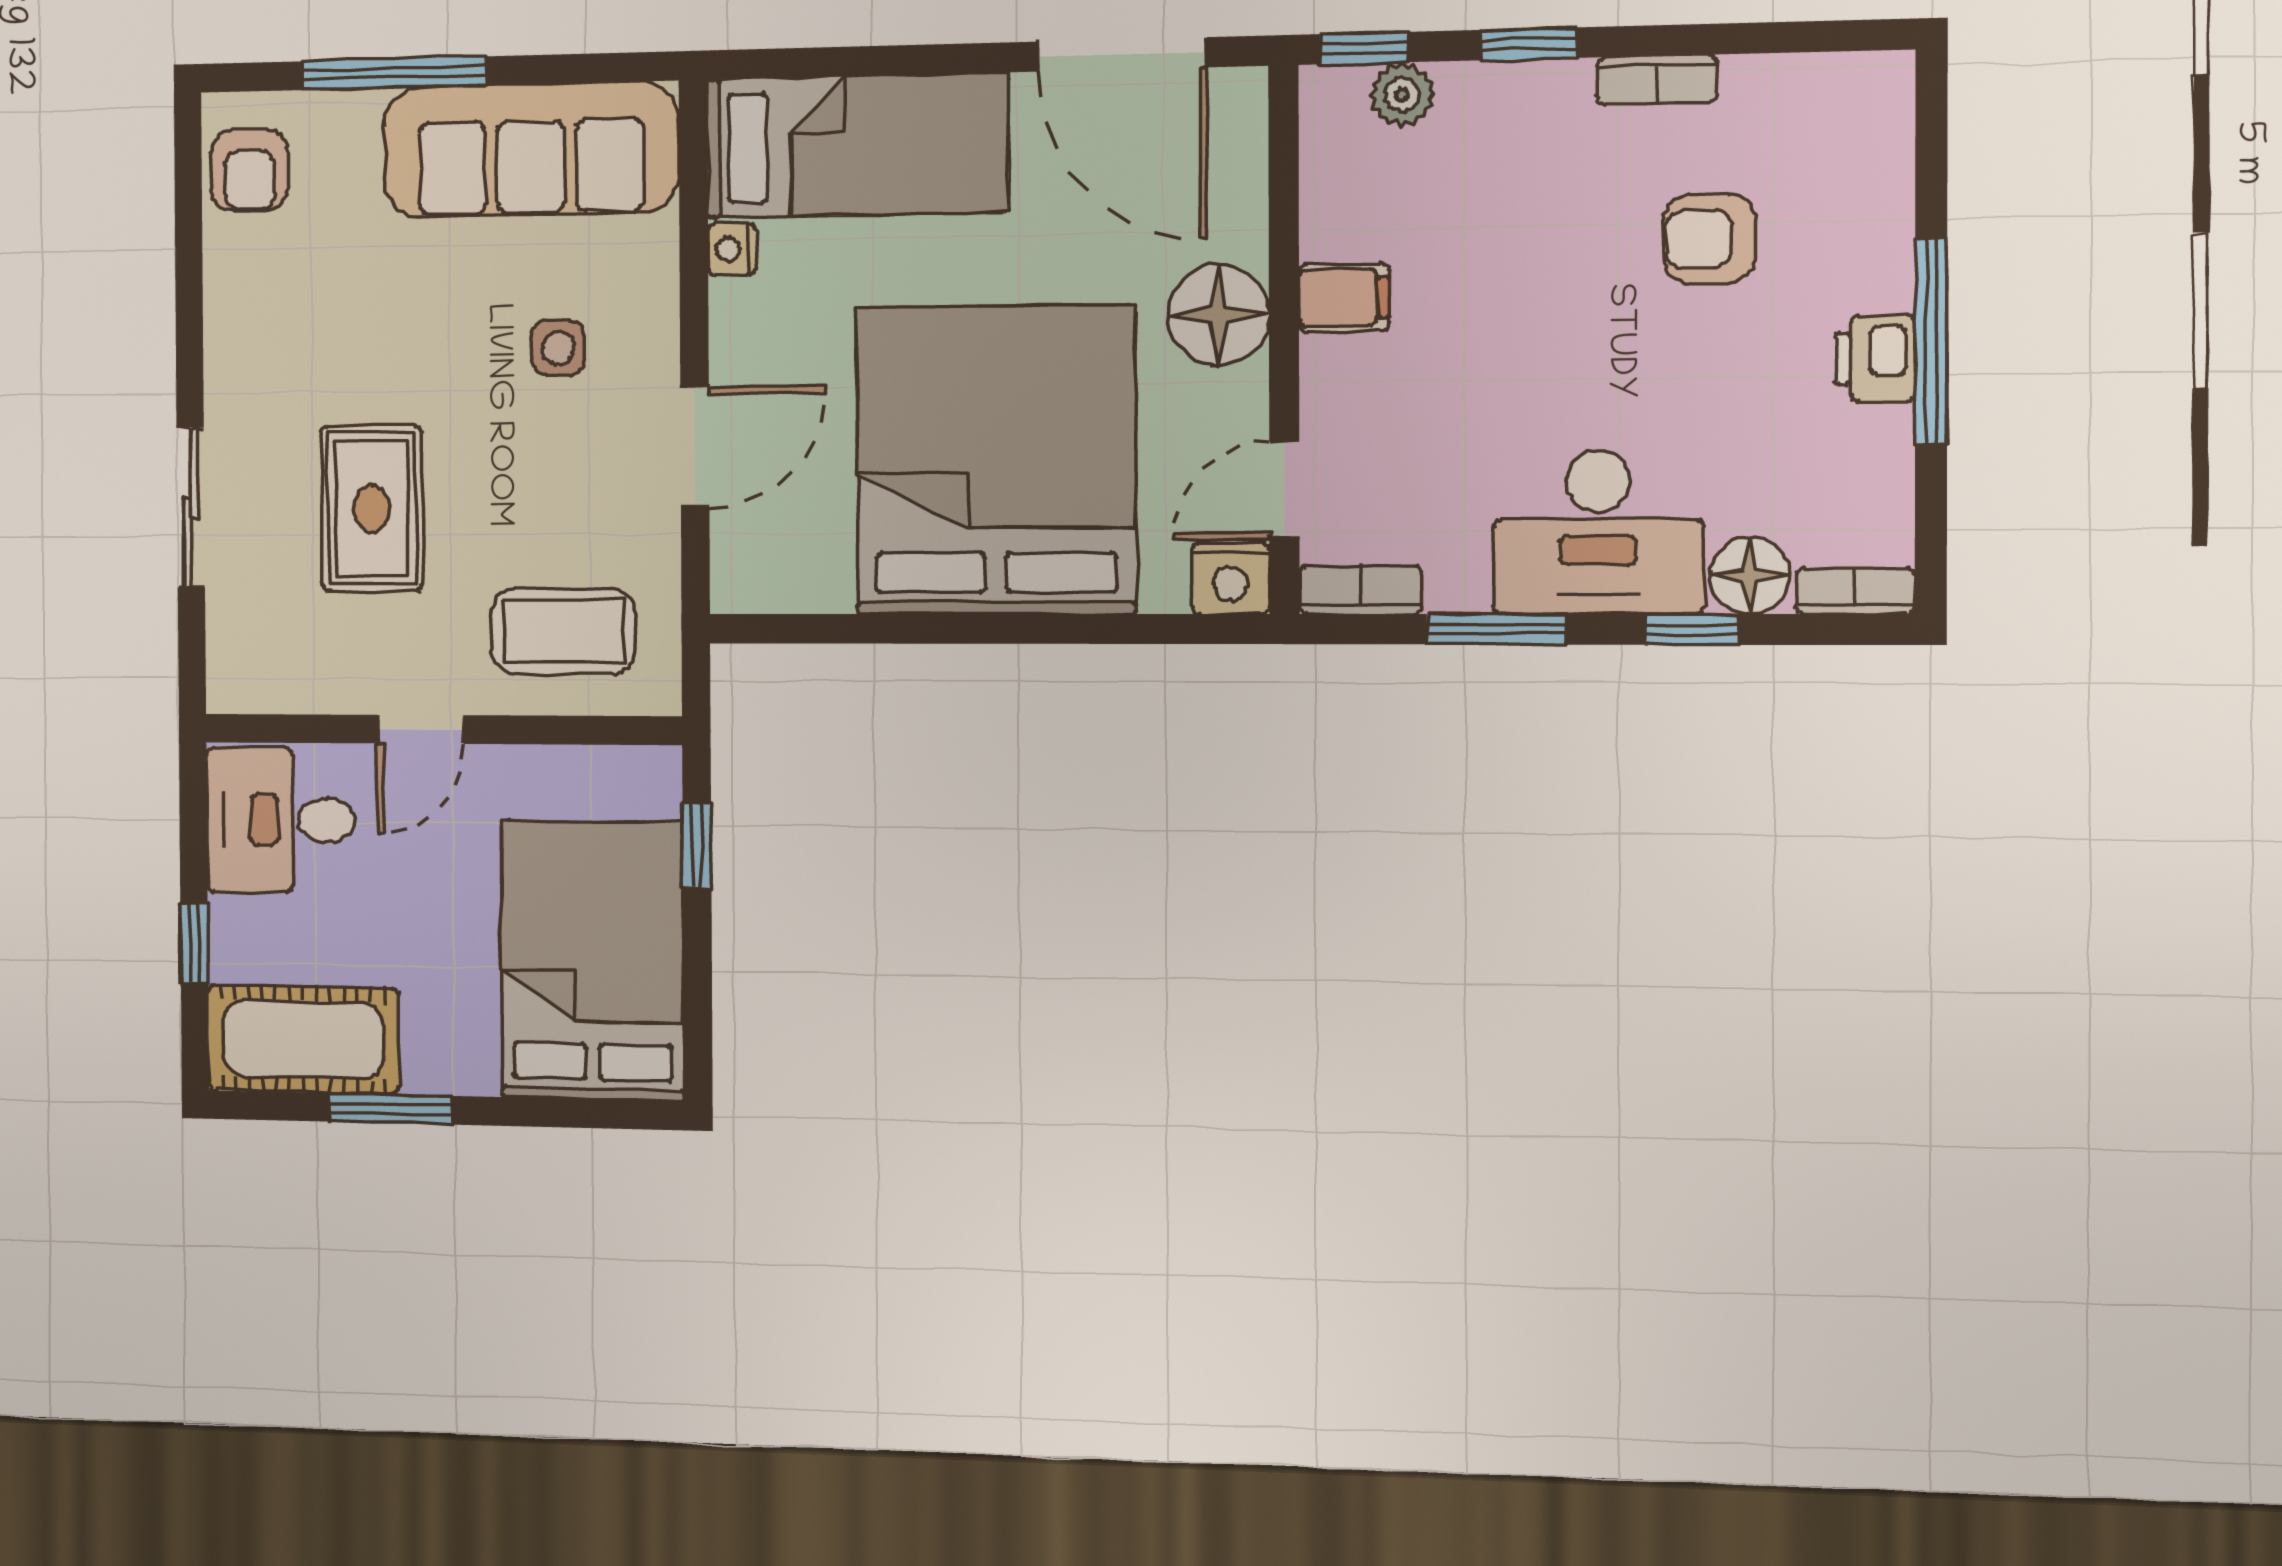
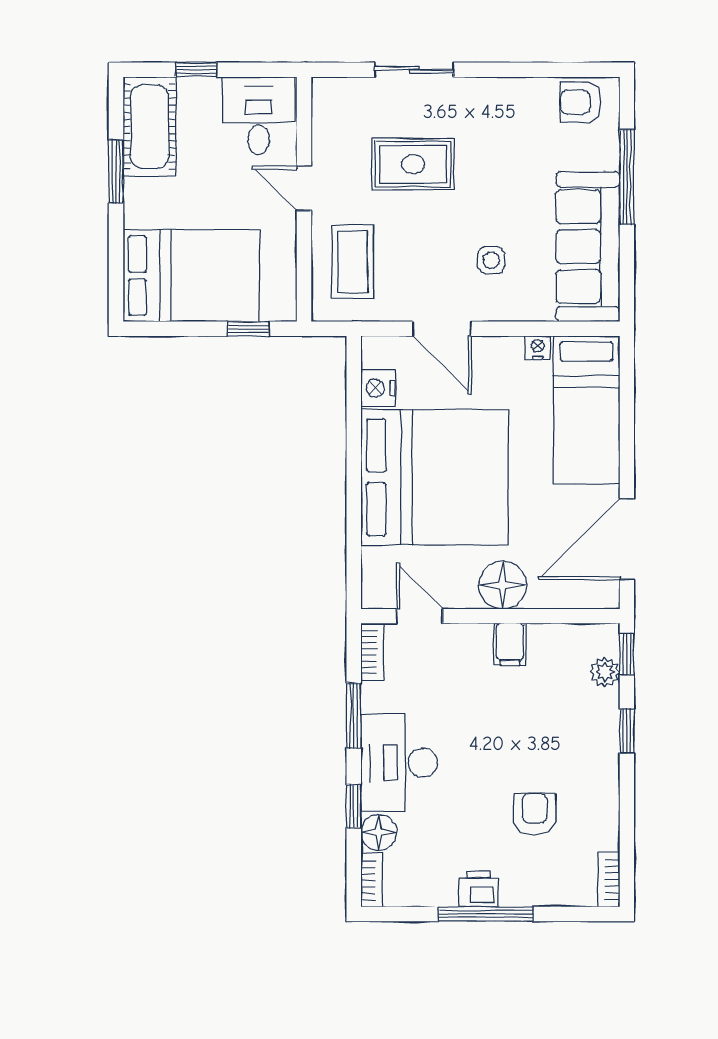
bookcase: (1657, 80) -> (609, 879), moved
nightstand: (1231, 578) -> (378, 388), moved

